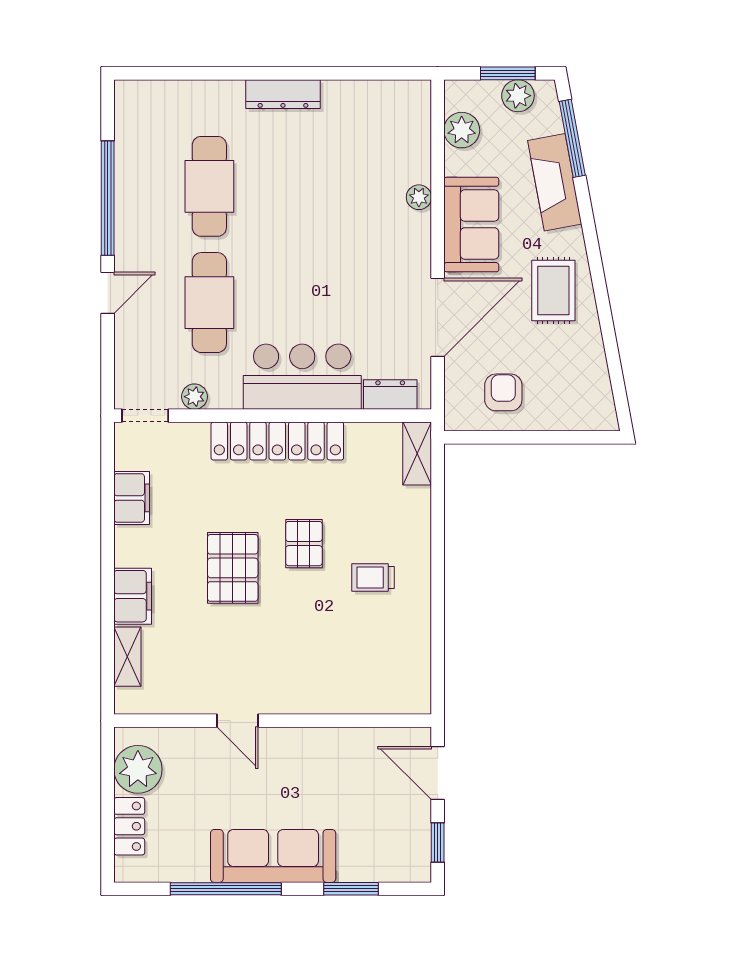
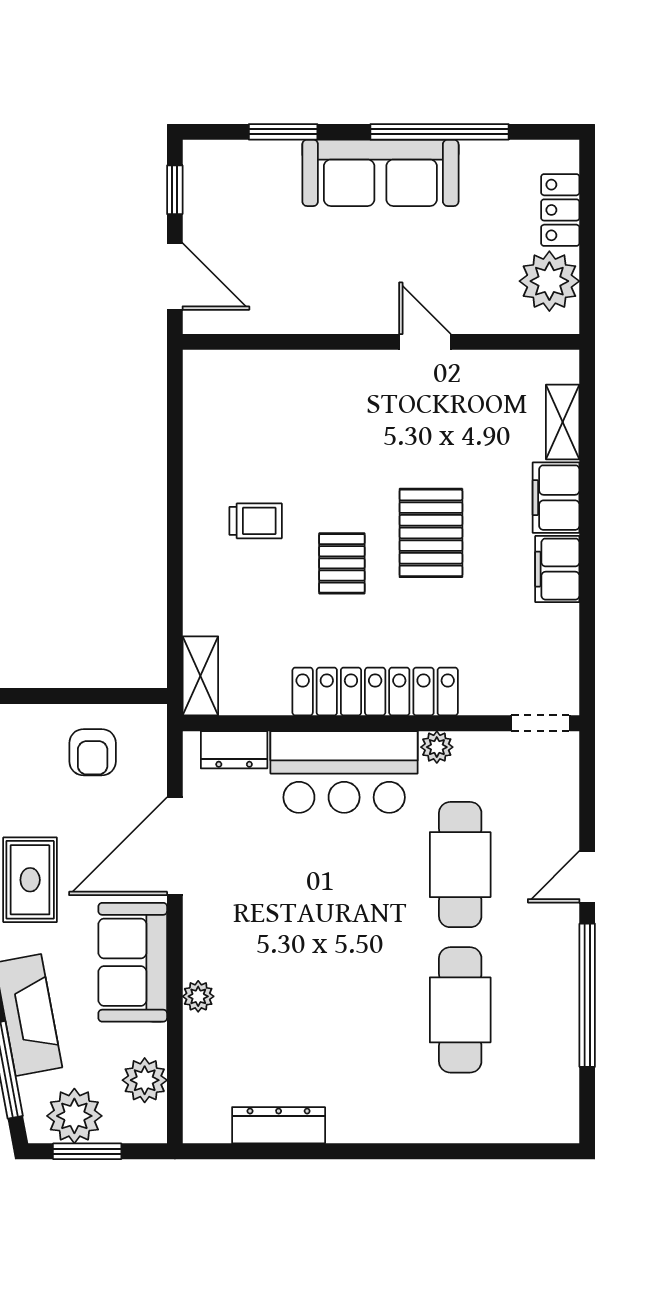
dresser: (283, 94) -> (279, 1125), moved
plant: (518, 96) -> (74, 1116), width x1.36, depth x1.36
plant: (194, 397) -> (437, 747), moved
filing cabinet: (132, 498) -> (557, 569), moved

